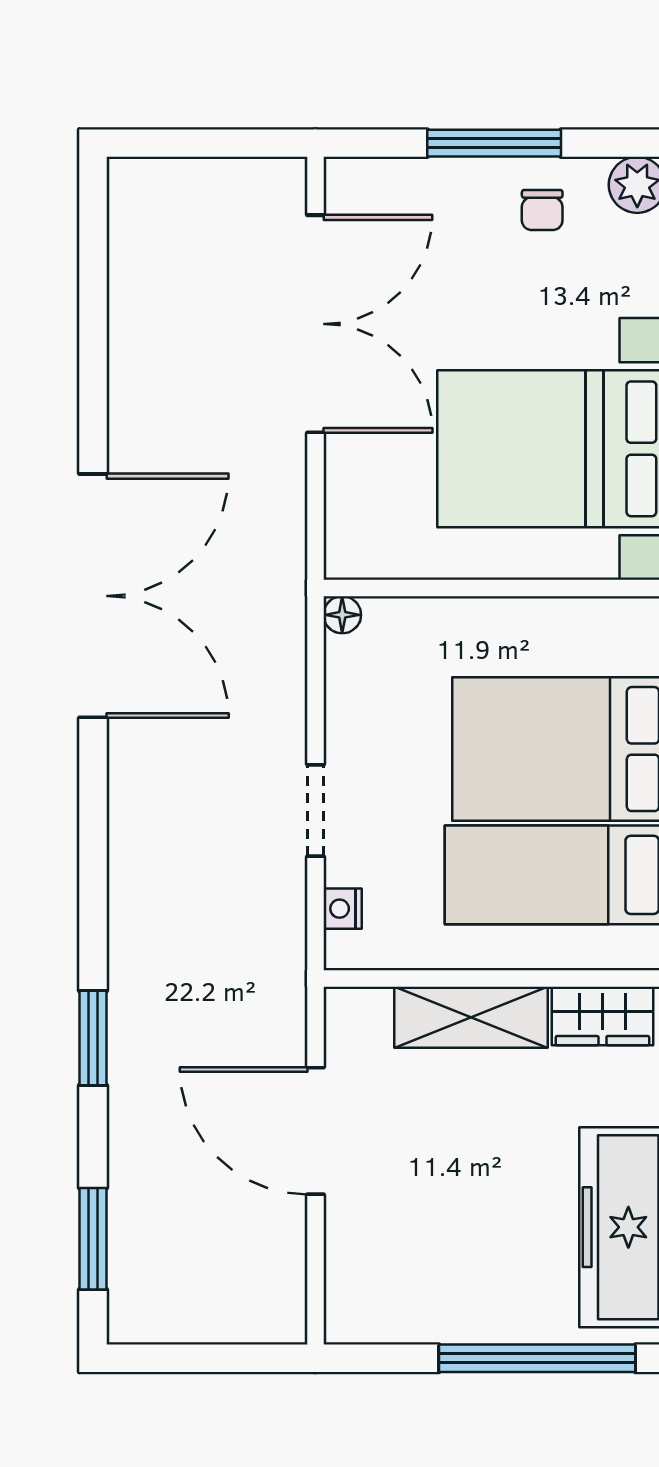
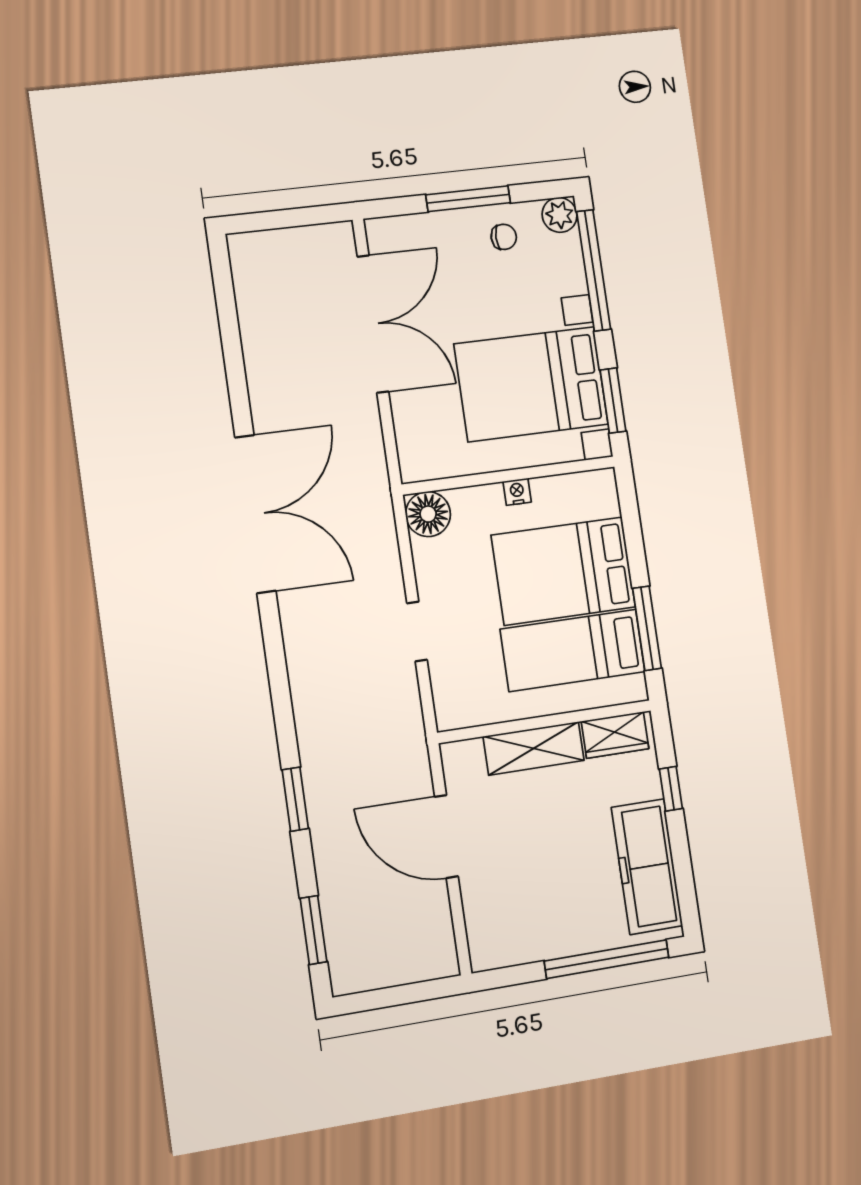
chair: (542, 210) -> (504, 237), turned -90
floor lamp: (342, 615) -> (428, 514), width x1.89, depth x1.89
nightstand: (343, 909) -> (517, 492), moved, turned 90

